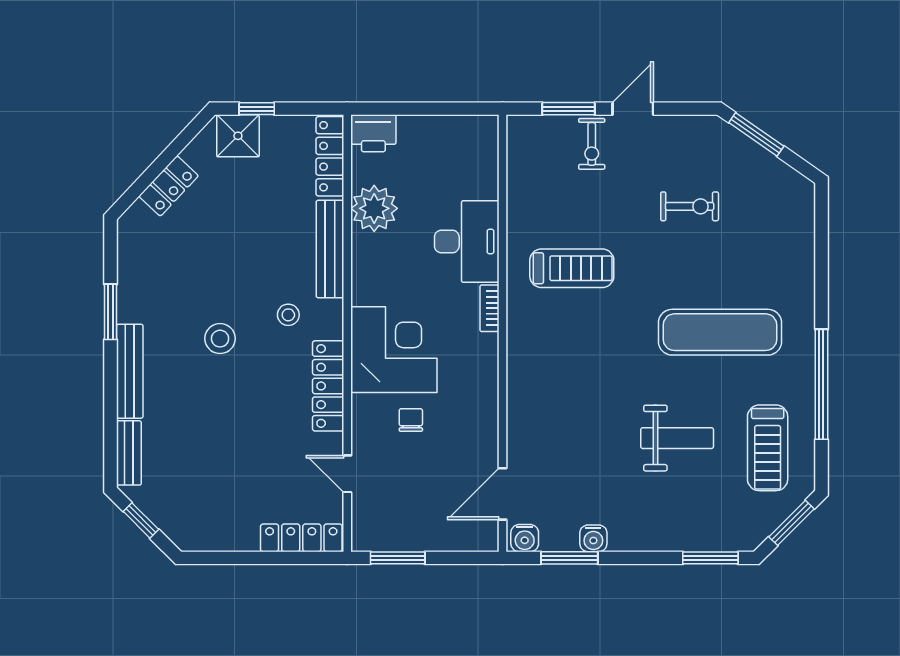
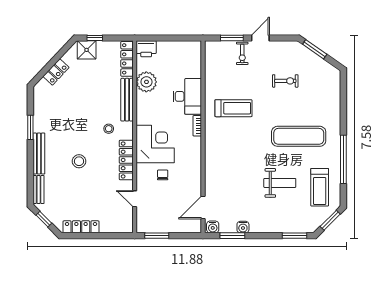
stool: (220, 339) -> (79, 161), moved
locker: (301, 538) -> (81, 227), moved

